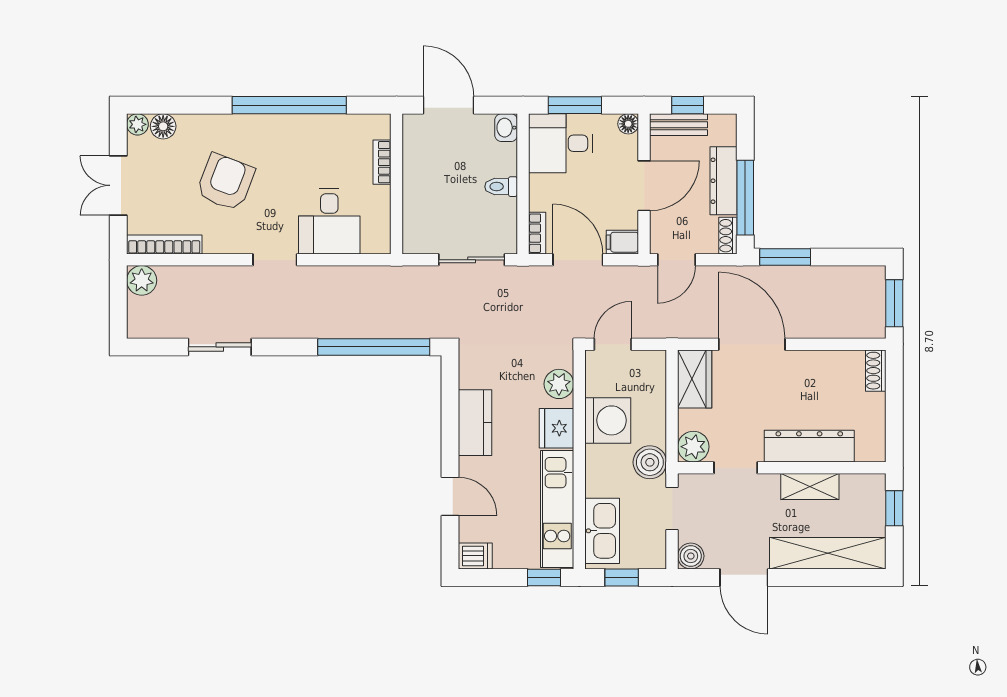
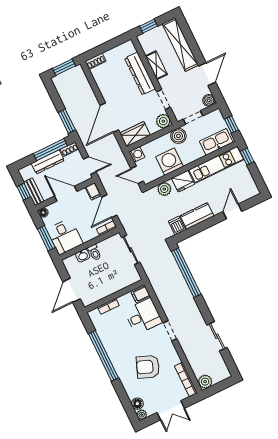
washbasin: (506, 128) -> (83, 256), moved
filing cabinet: (375, 237) -> (141, 294), added
washing machine: (653, 363) -> (137, 154), added
dishwasher: (475, 556) -> (177, 225), moved

